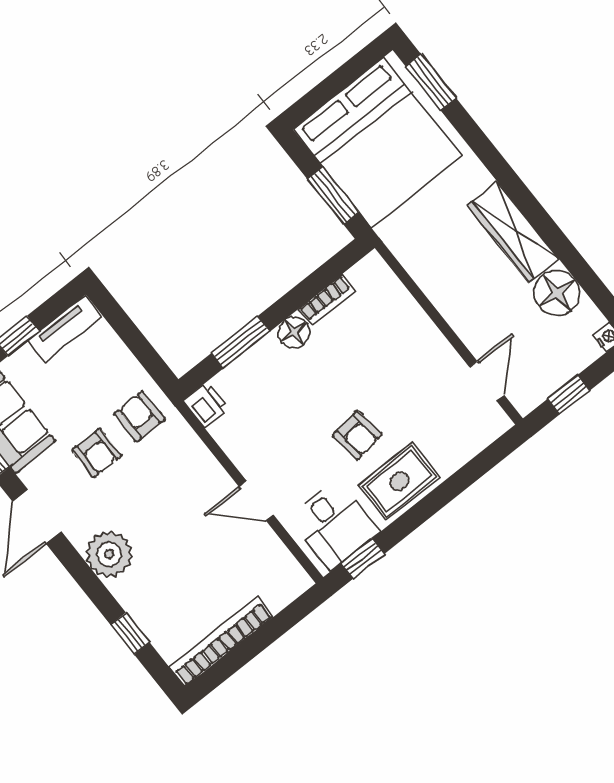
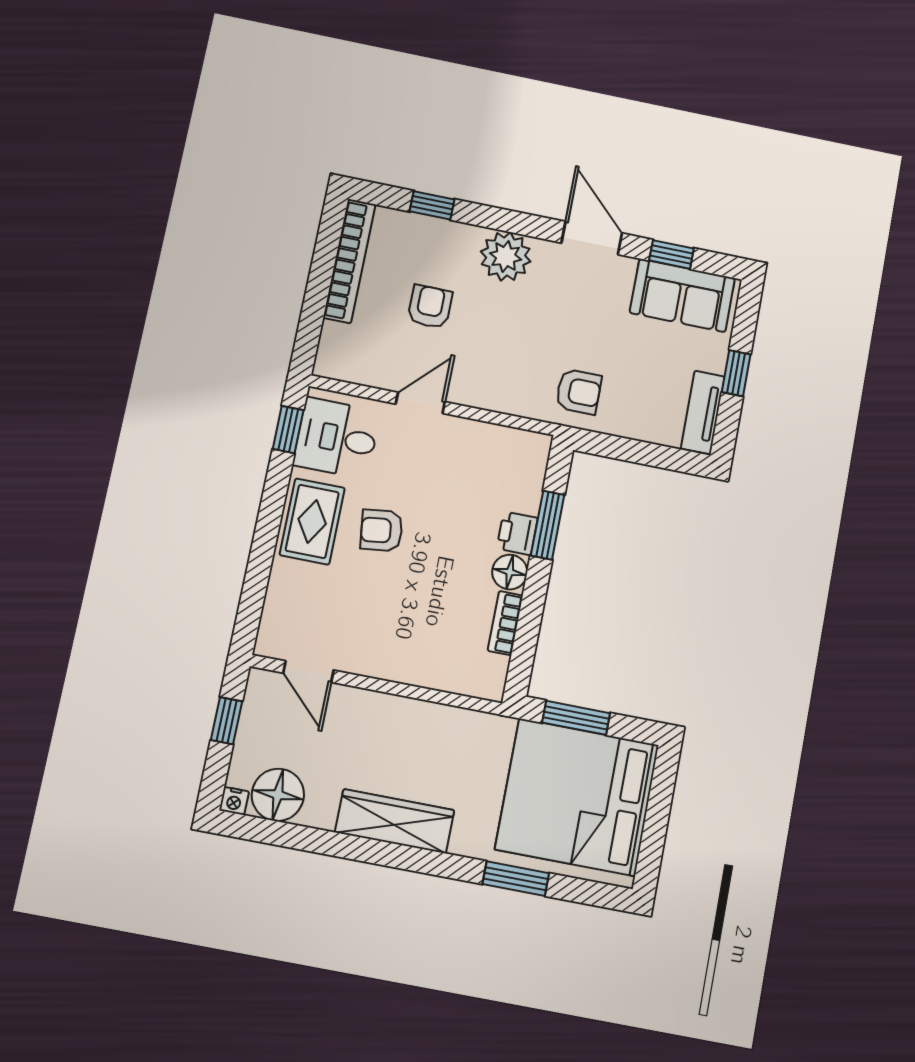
window: (431, 82) -> (516, 879), moved
floor lamp: (557, 293) -> (278, 795), moved
printer: (206, 404) -> (517, 533), moved, turned 90
armchair: (97, 453) -> (430, 307), moved, turned 90

